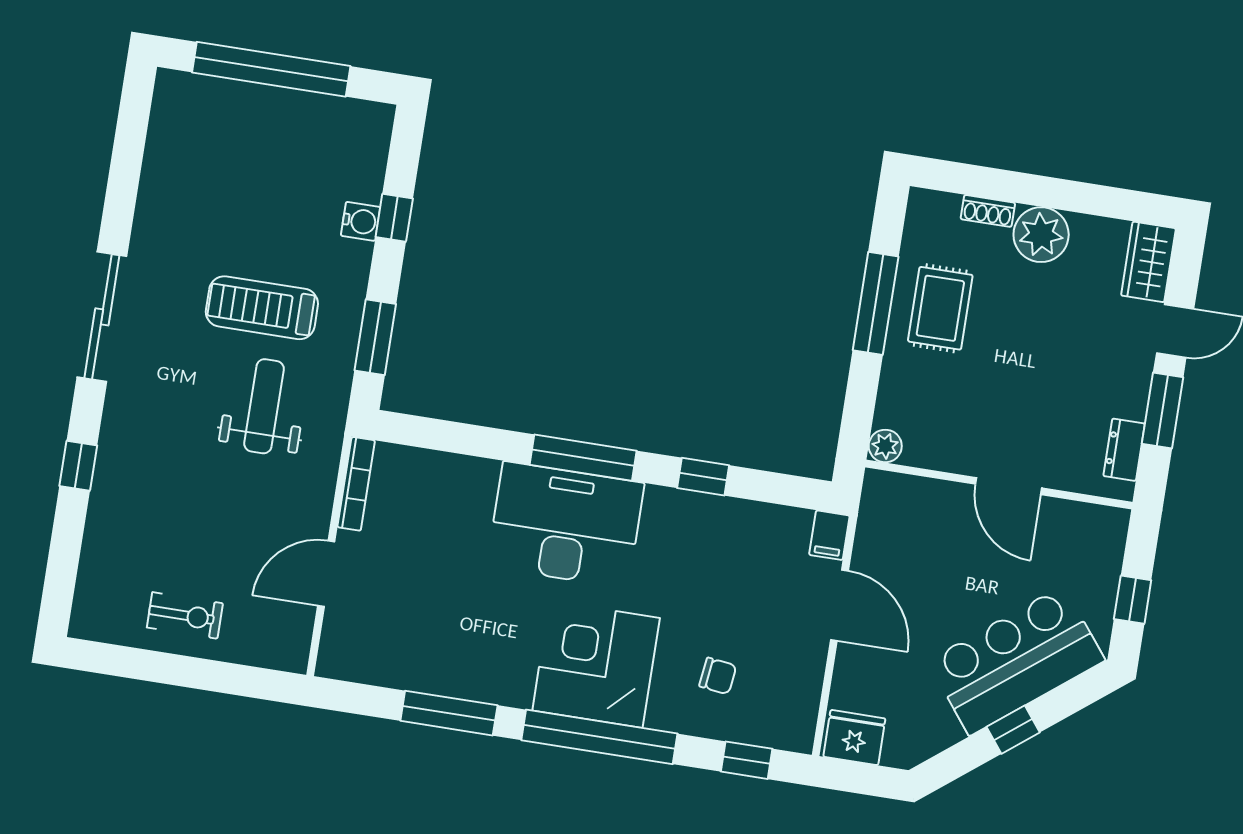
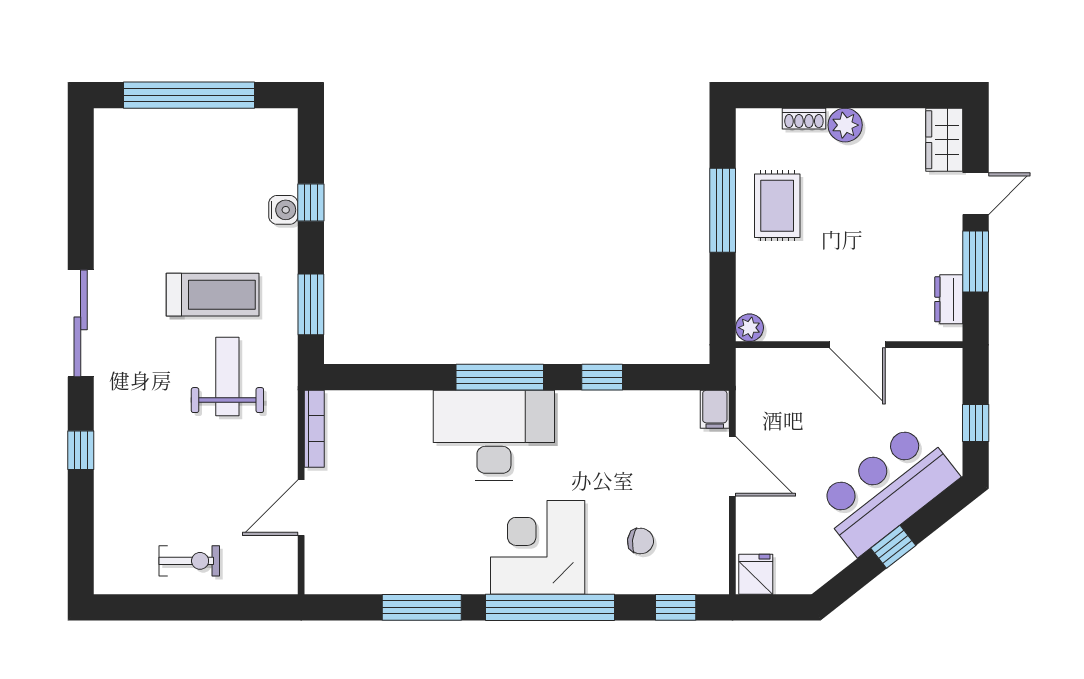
plant: (1041, 235) -> (845, 125), width x0.73, depth x0.73
treadmill: (262, 308) -> (213, 295), turned 180
fridge: (854, 738) -> (756, 574), width x0.72

